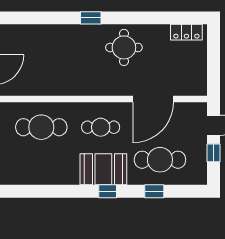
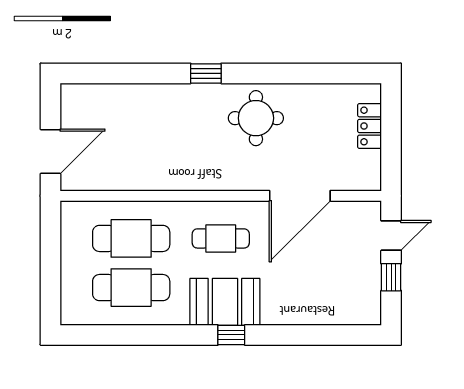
locker: (186, 32) -> (370, 126), moved, turned 90
cafe table: (160, 160) -> (131, 288), moved
window: (154, 191) -> (302, 335), removed

